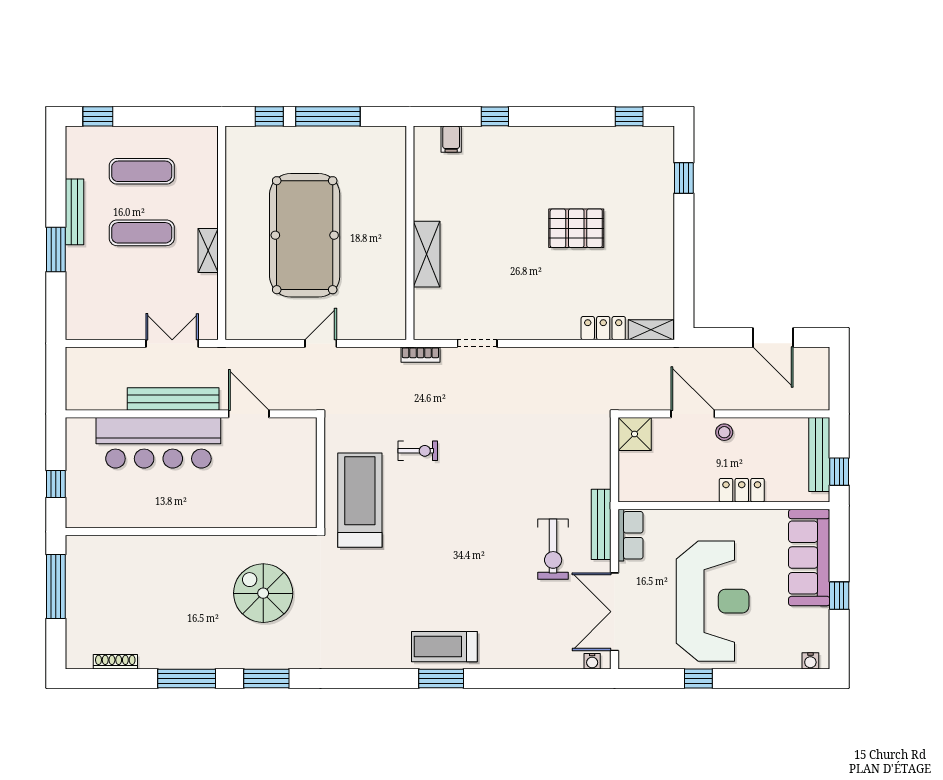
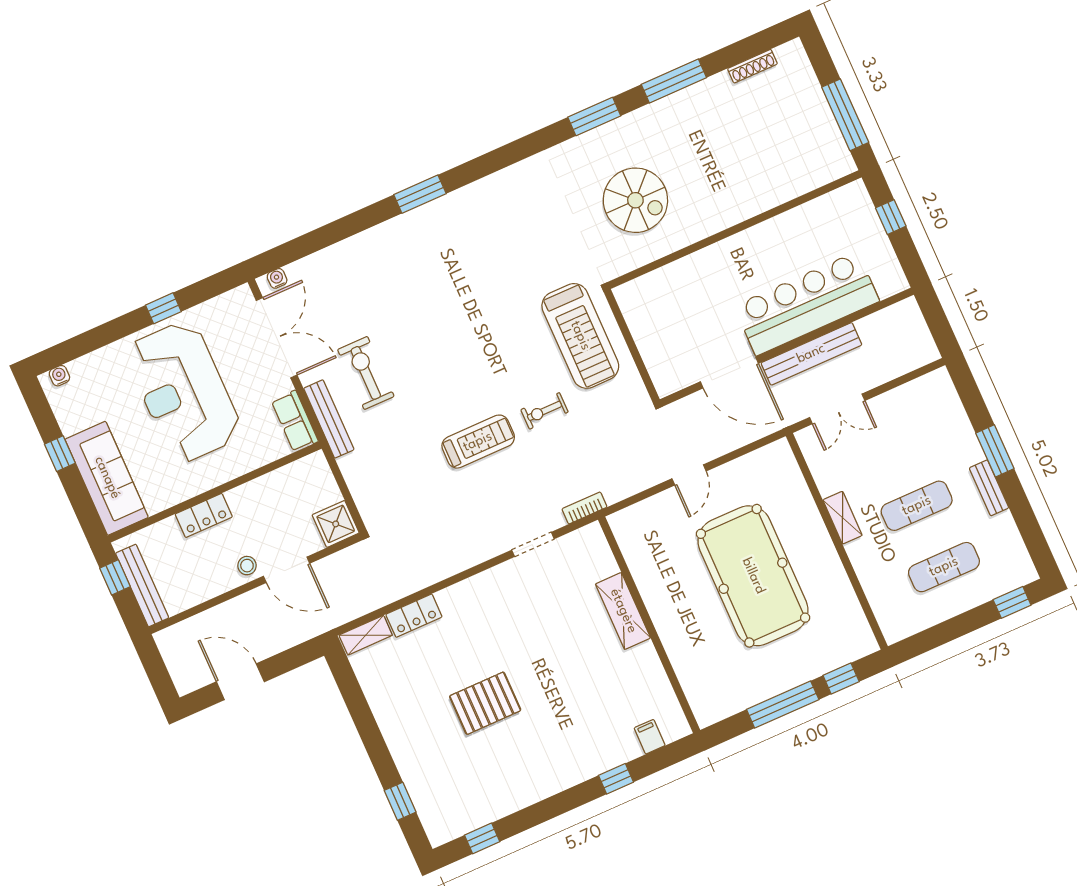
bench: (75, 212) -> (989, 488), width x0.73
door: (249, 414) -> (729, 373), width x1.36
treadmill: (444, 647) -> (478, 442), moved

